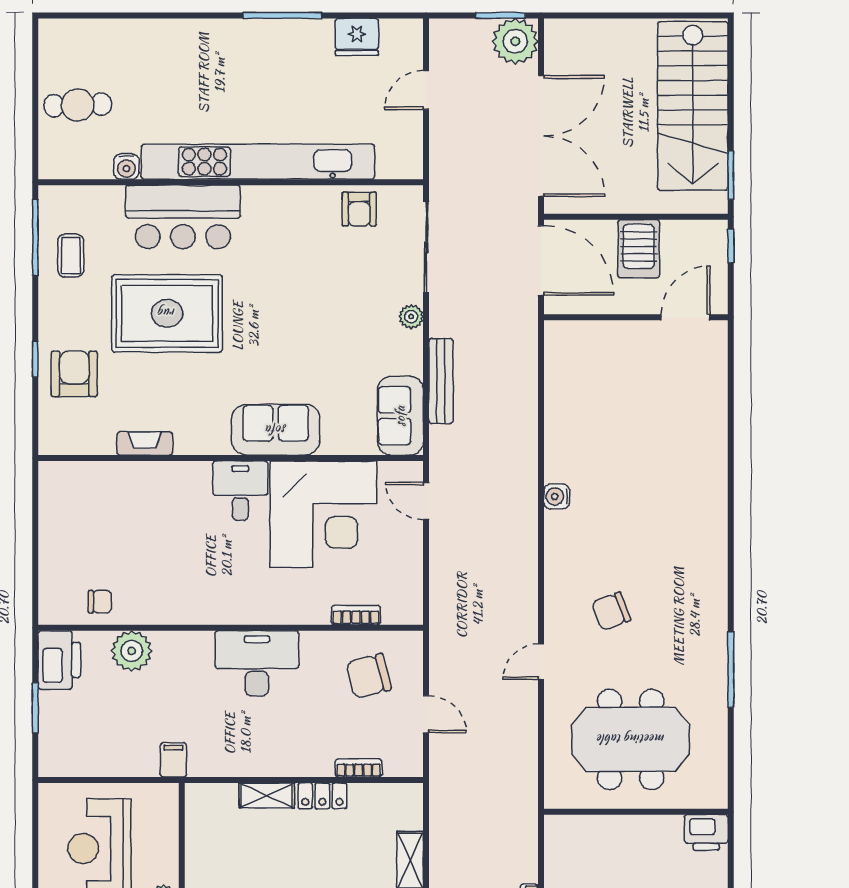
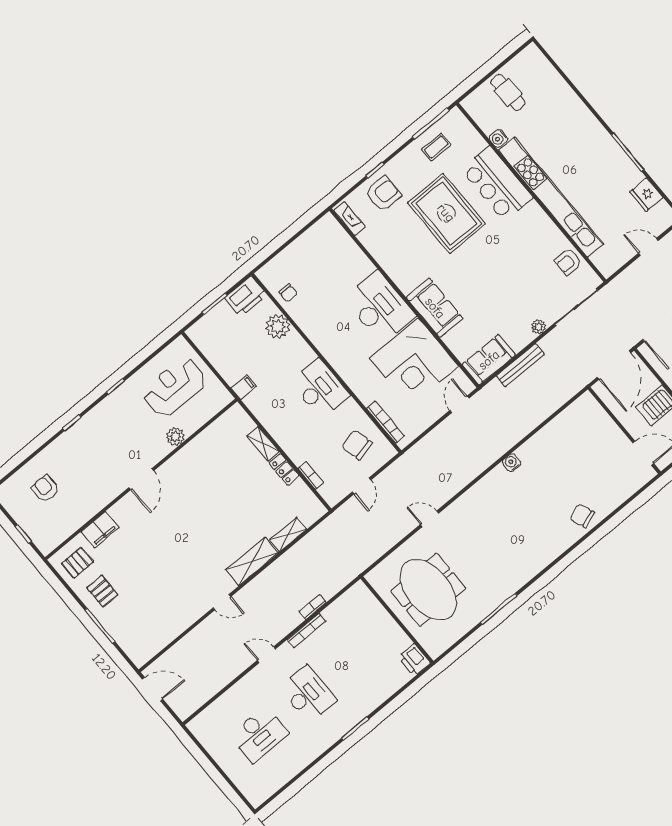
fireplace: (145, 443) -> (349, 219), moved
desk: (240, 491) -> (380, 307), width x1.87, depth x1.30
chair: (611, 611) -> (582, 516), moved
bookcase: (356, 615) -> (385, 422), width x1.56

